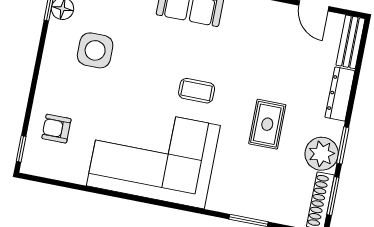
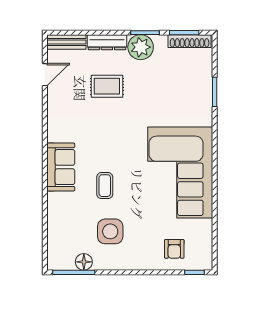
coffee table: (197, 91) -> (105, 186), moved
rug: (267, 124) -> (107, 86), moved
plant: (322, 154) -> (141, 47), moved

